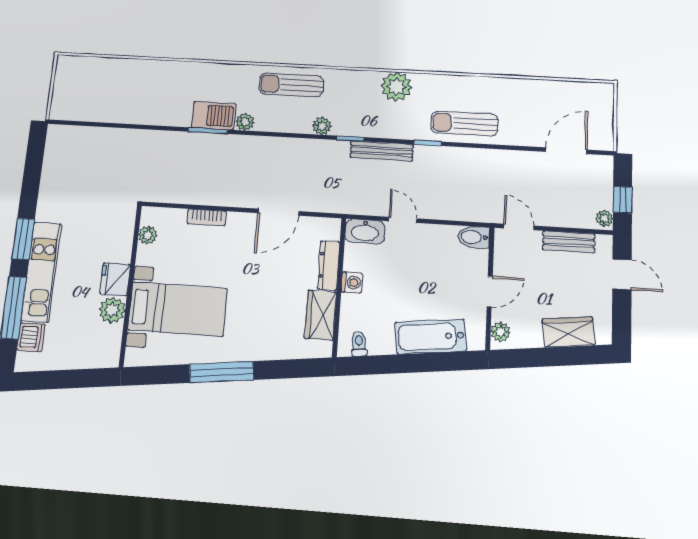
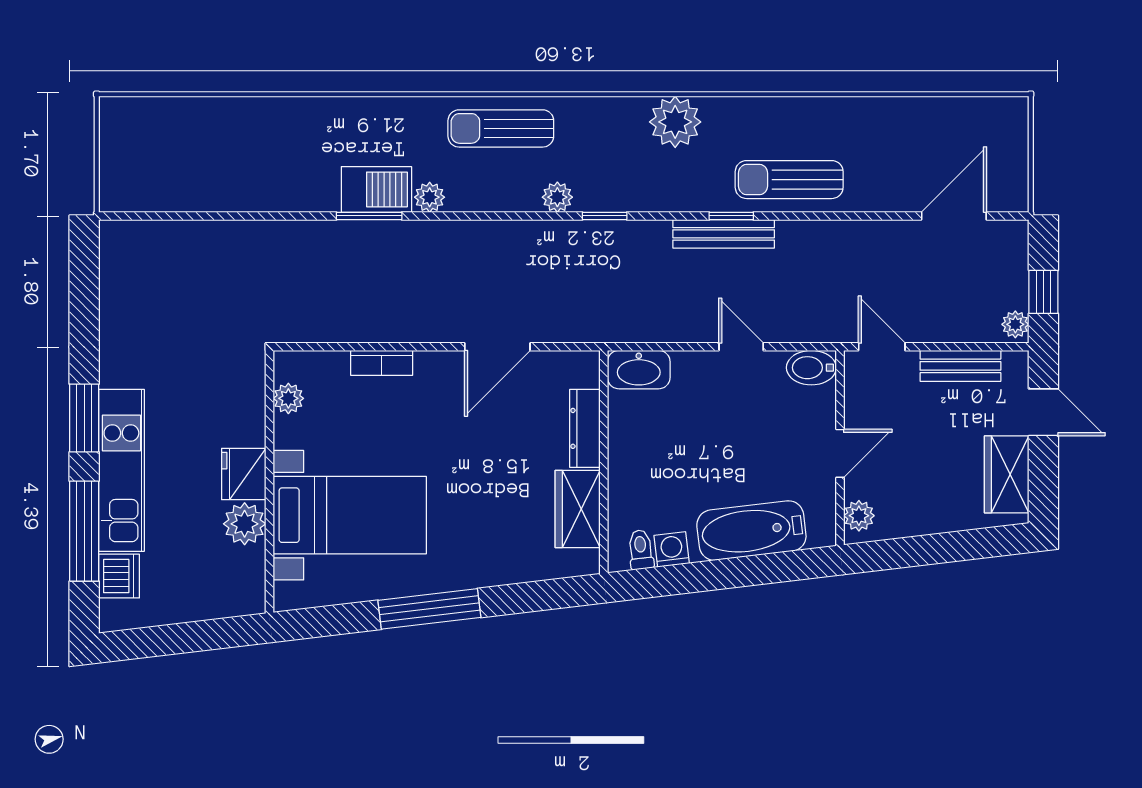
bench: (382, 151) -> (724, 234), moved
door: (403, 220) -> (741, 347), moved
washing machine: (352, 282) -> (672, 549), moved, turned -97
wardrobe: (569, 332) -> (1007, 474), moved, turned -83

